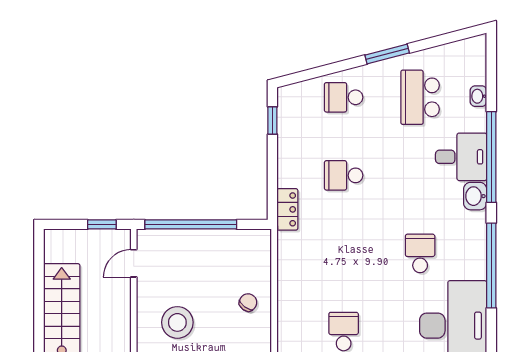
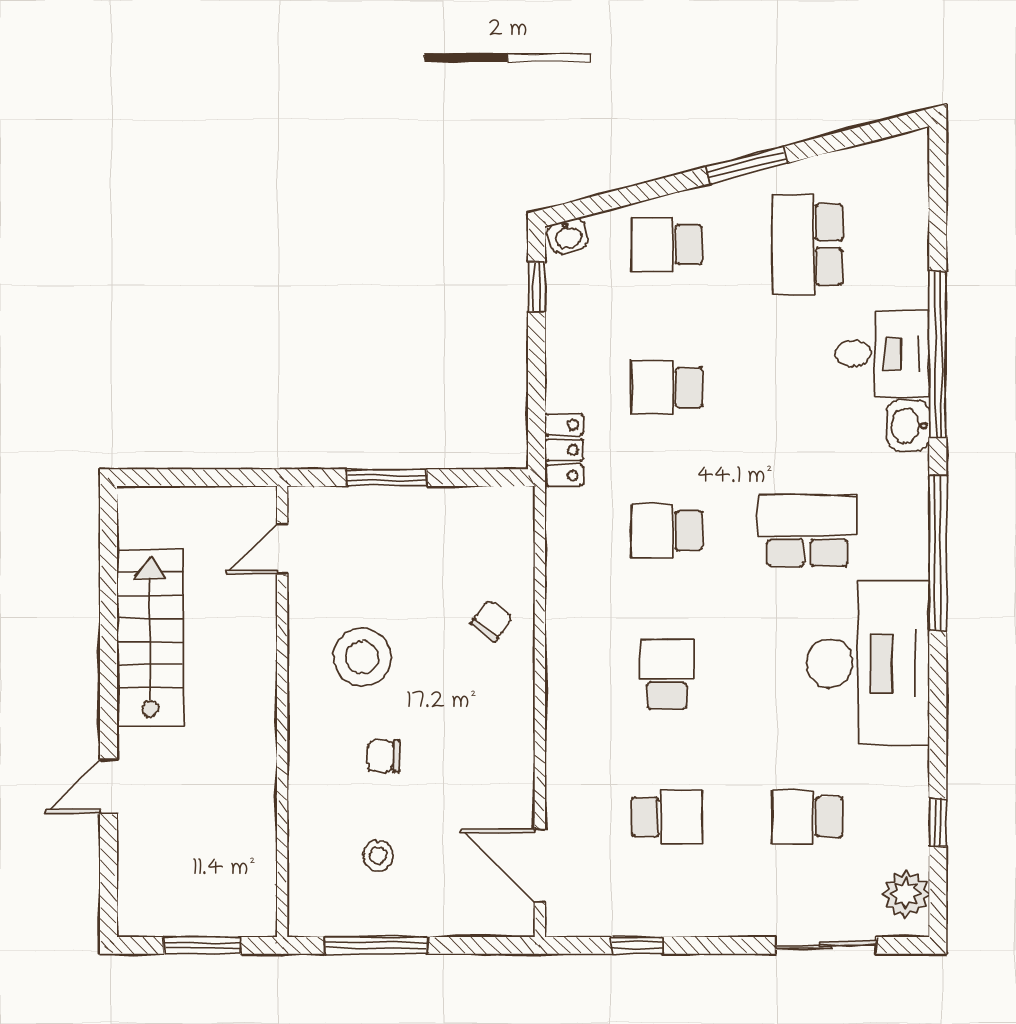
washbasin: (478, 96) -> (568, 236), moved, turned -105
window: (102, 224) -> (224, 478), removed
window: (191, 224) -> (387, 478), width x0.47
school desk: (344, 253) -> (667, 531), added
school desk: (420, 253) -> (807, 531), width x1.85

